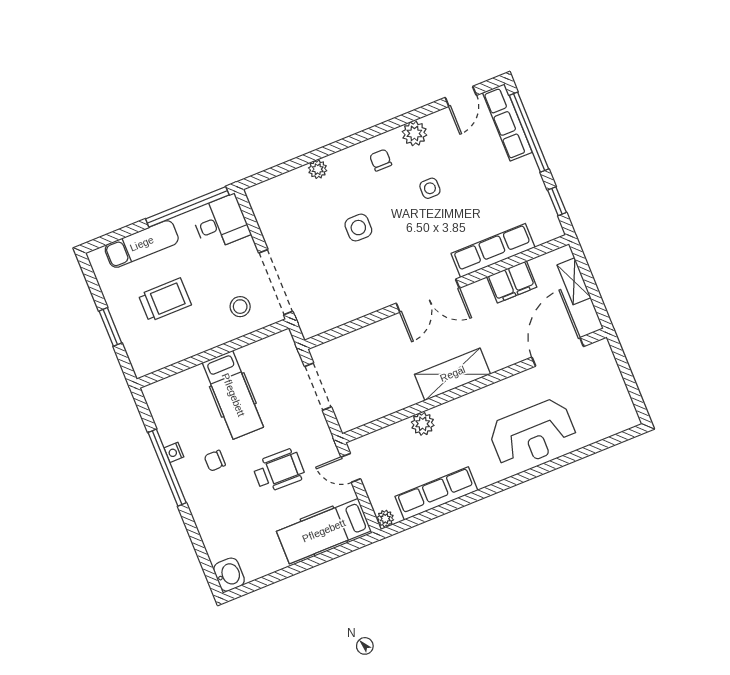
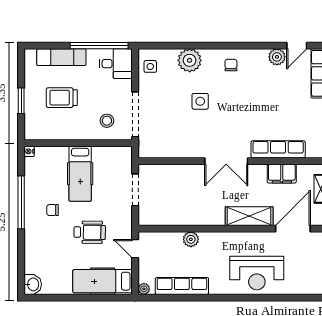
plant: (414, 133) -> (277, 57), moved
plant: (318, 169) -> (190, 60), width x1.87, depth x1.87
side table: (430, 188) -> (150, 66), moved
trolley: (165, 300) -> (62, 98), turned 180
shelving: (453, 374) -> (249, 216), moved
nightstand: (174, 452) -> (29, 151), moved

